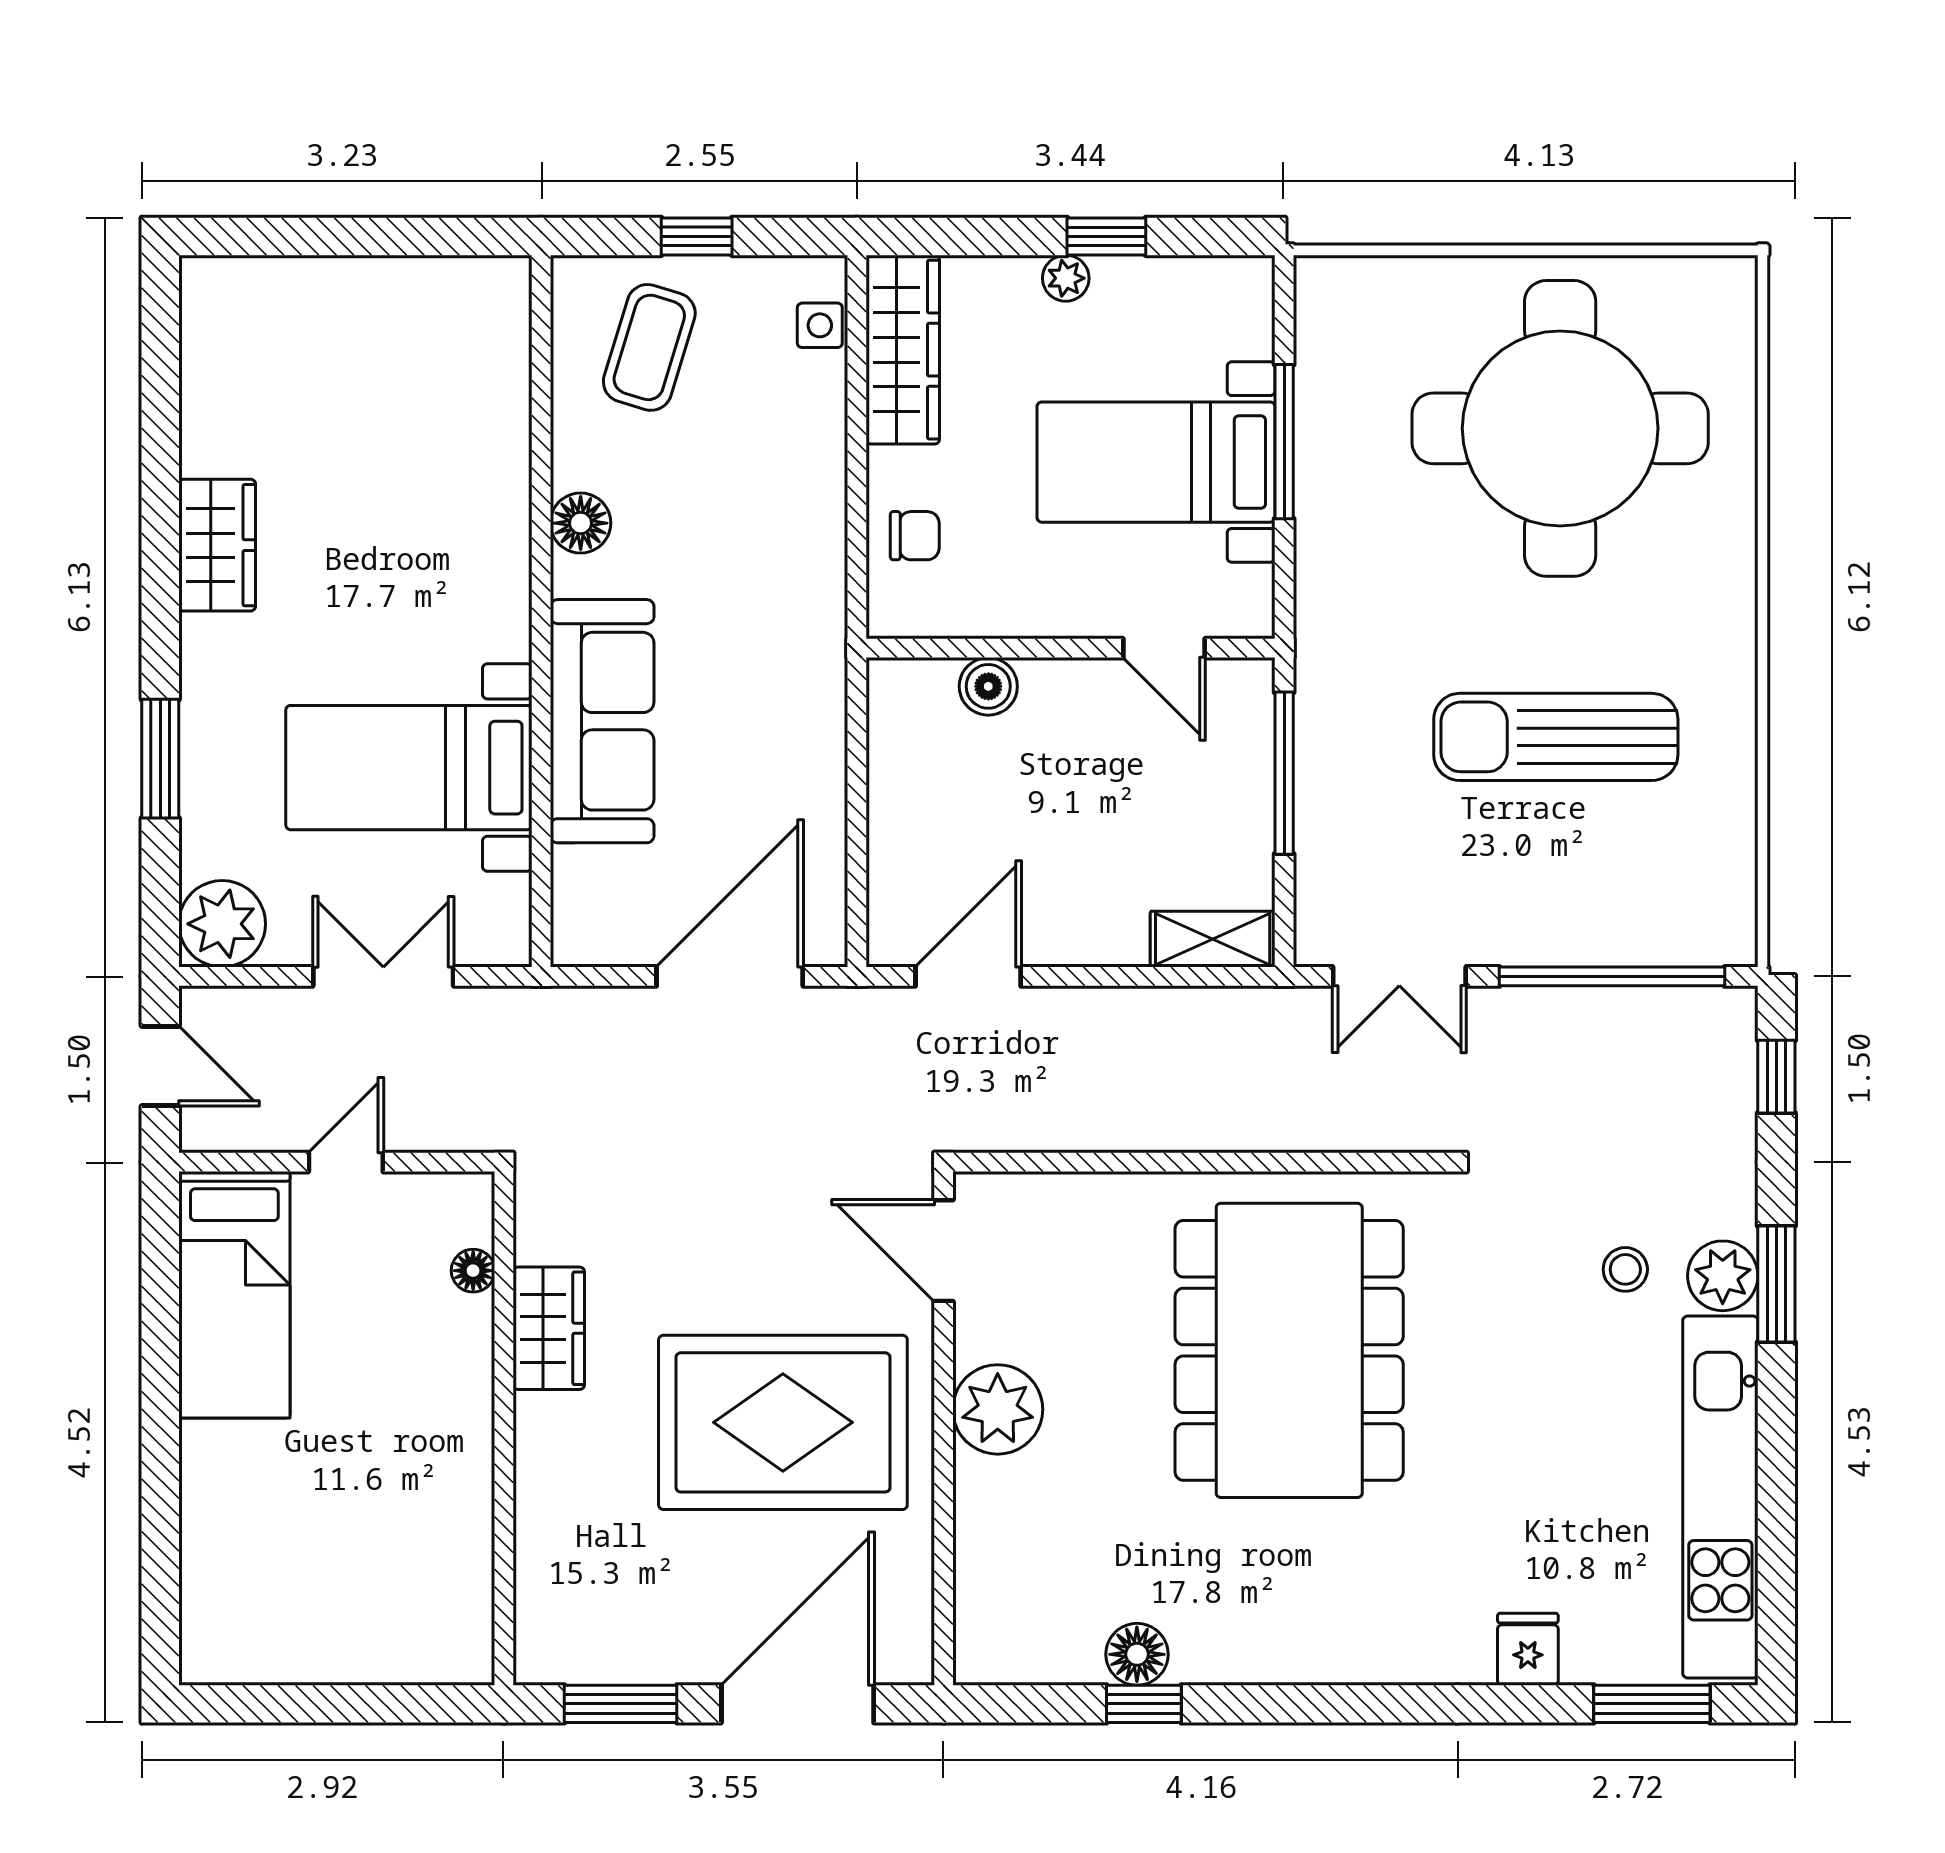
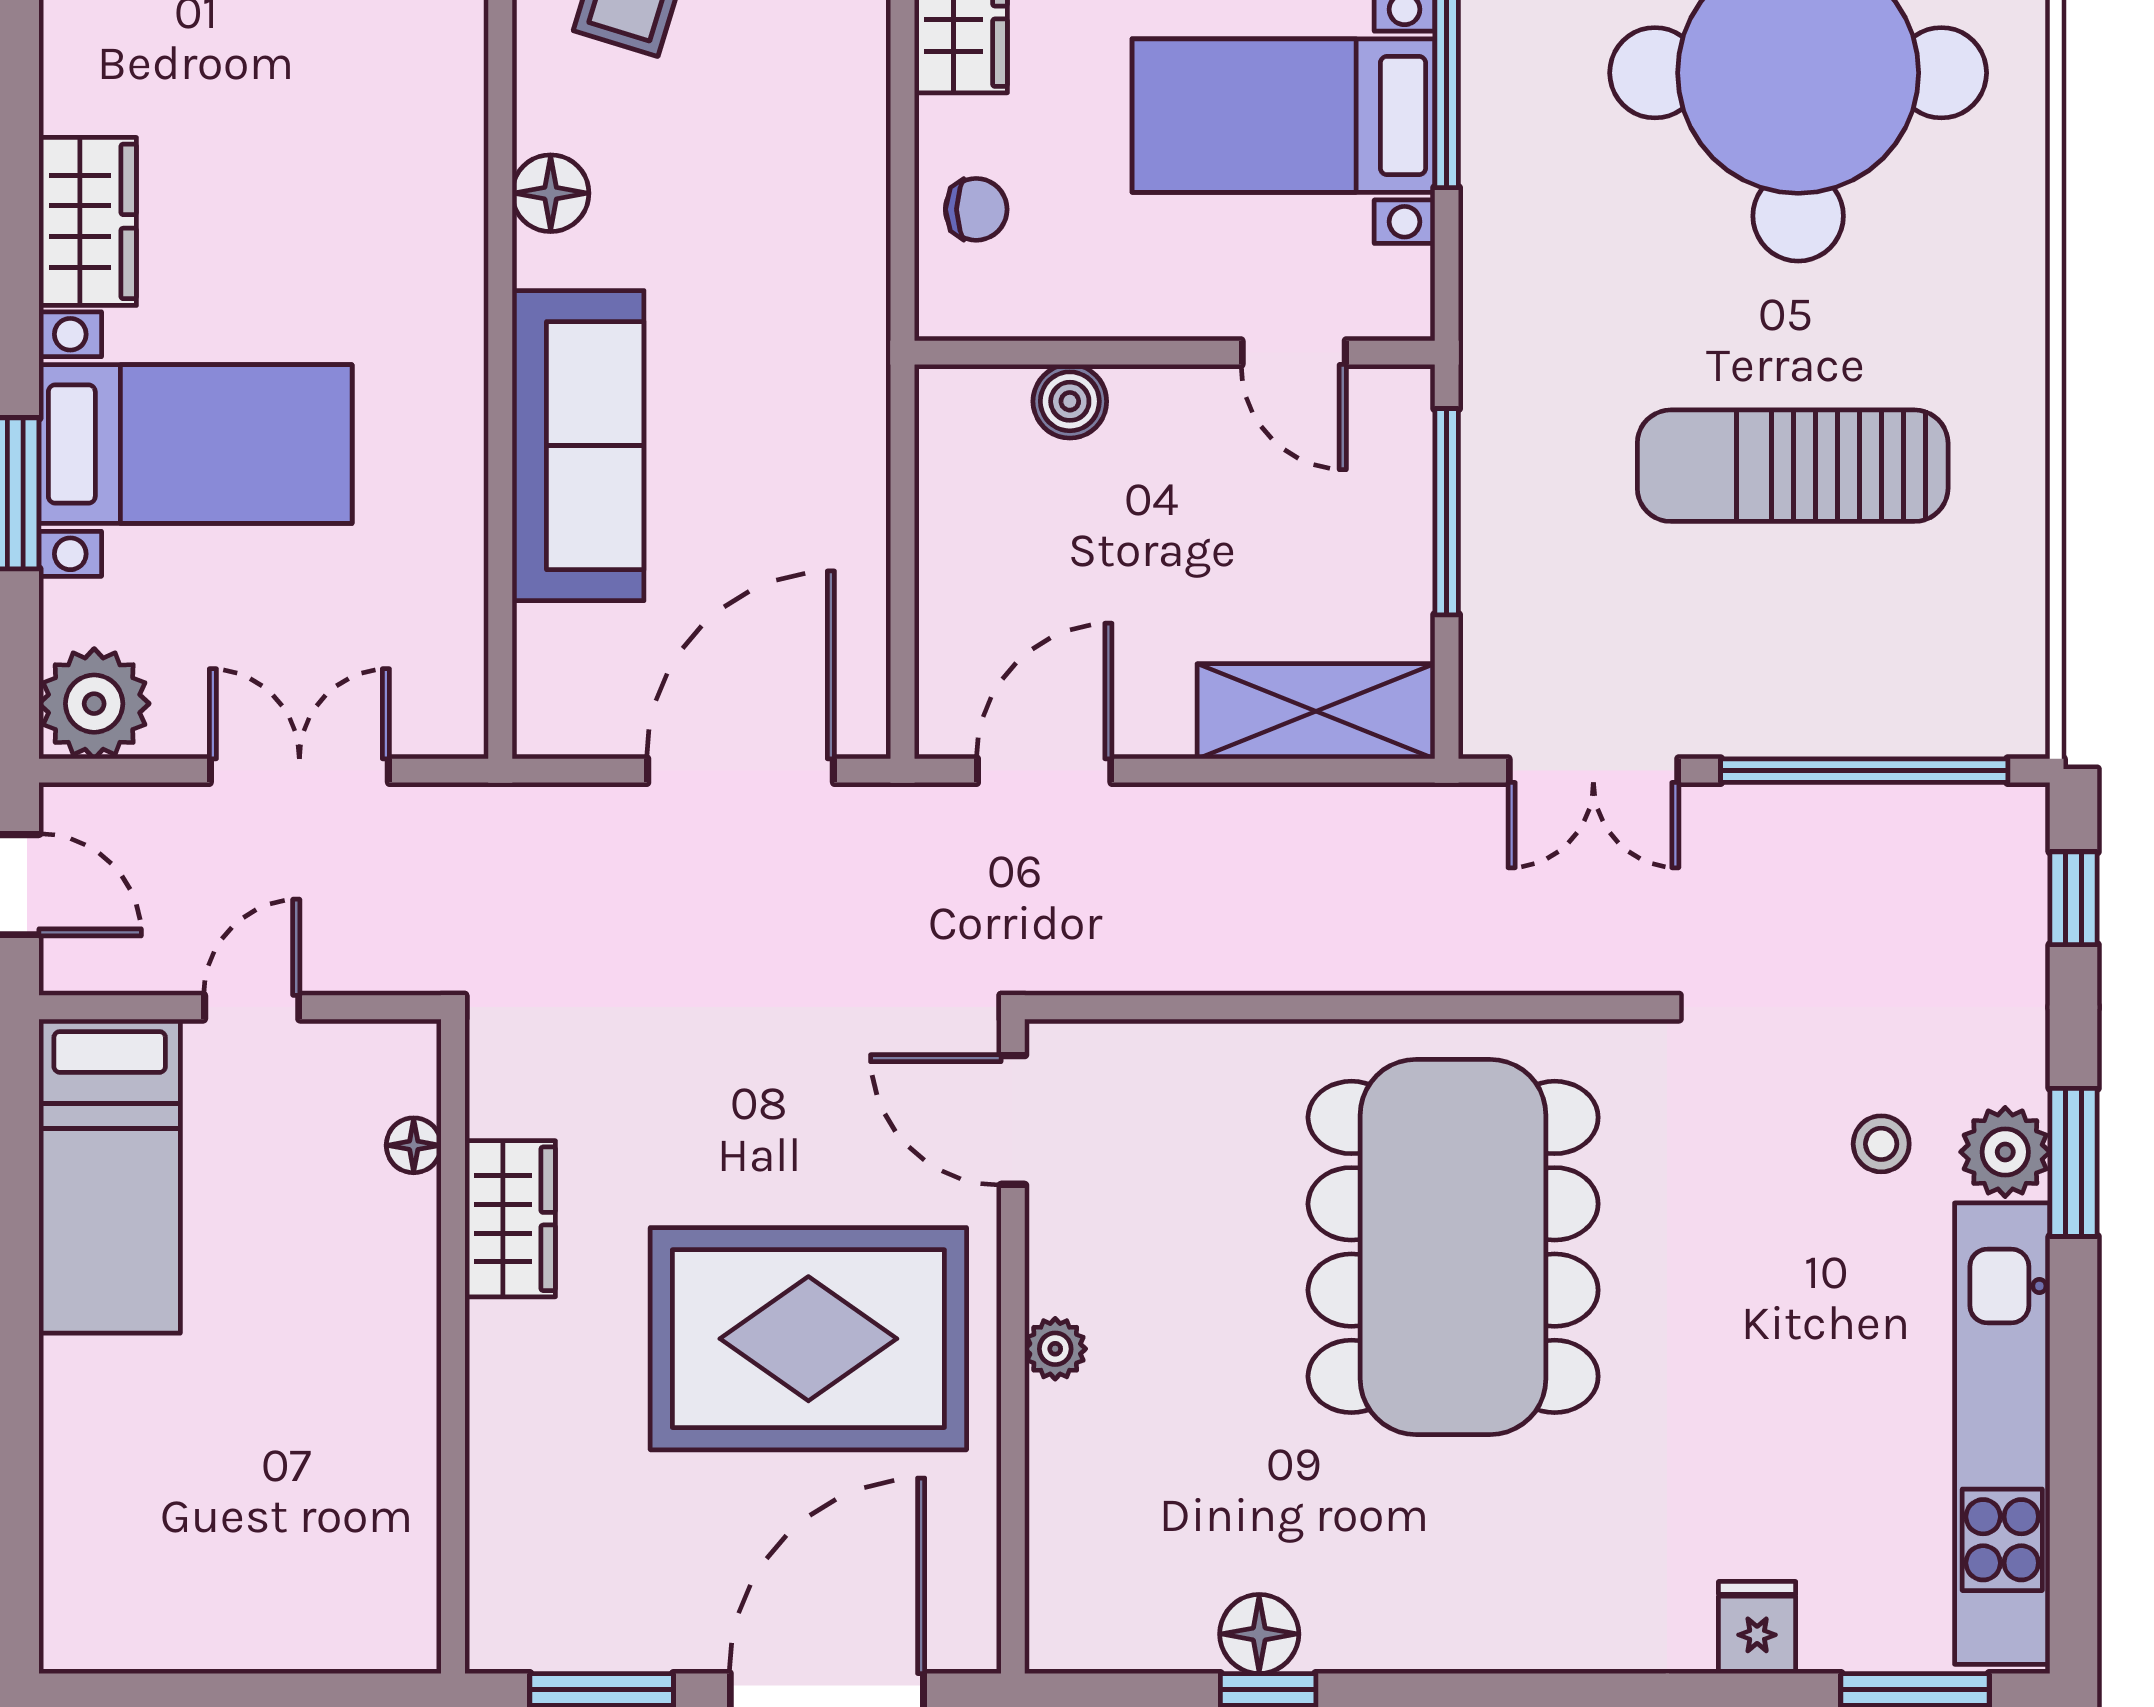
bed with nightstands: (409, 768) -> (196, 444), moved, turned 180
shelving: (1213, 939) -> (1316, 711), width x1.50, depth x1.33
plant: (998, 1409) -> (1055, 1349), width x0.53, depth x0.53

